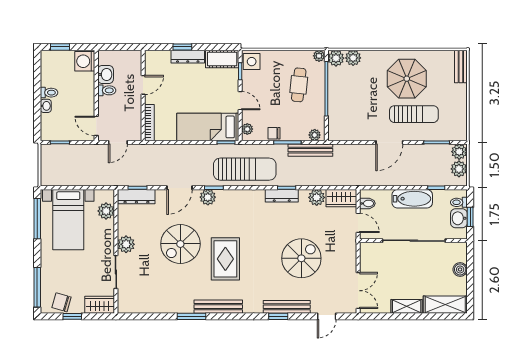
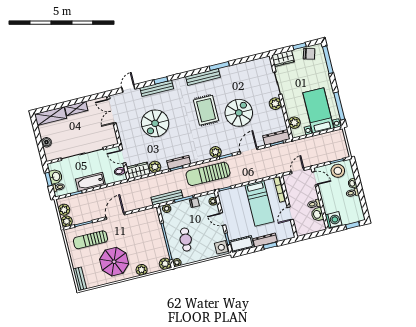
plant: (353, 58) -> (142, 270), moved
sun lounger: (414, 114) -> (90, 240), moved
bed: (208, 127) -> (259, 203), moved, turned 90
stool: (62, 128) -> (338, 171), added
plant: (208, 197) -> (216, 152), moved

